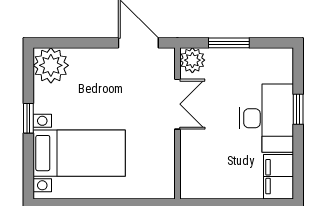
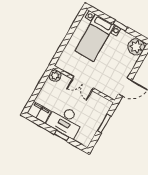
plant: (192, 60) -> (55, 76), moved
double door: (177, 104) -> (83, 84), moved

